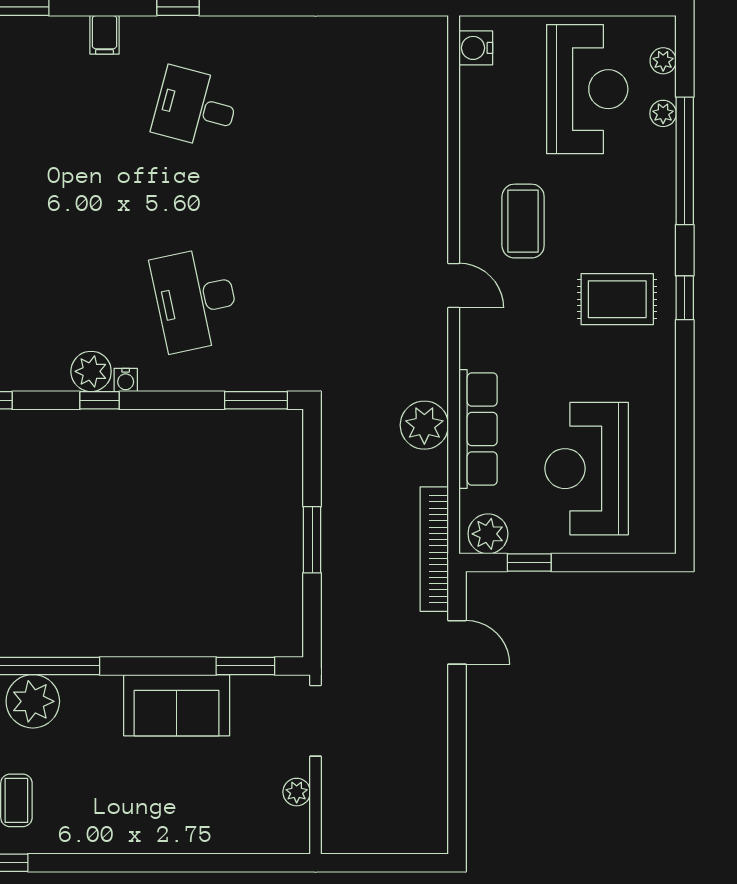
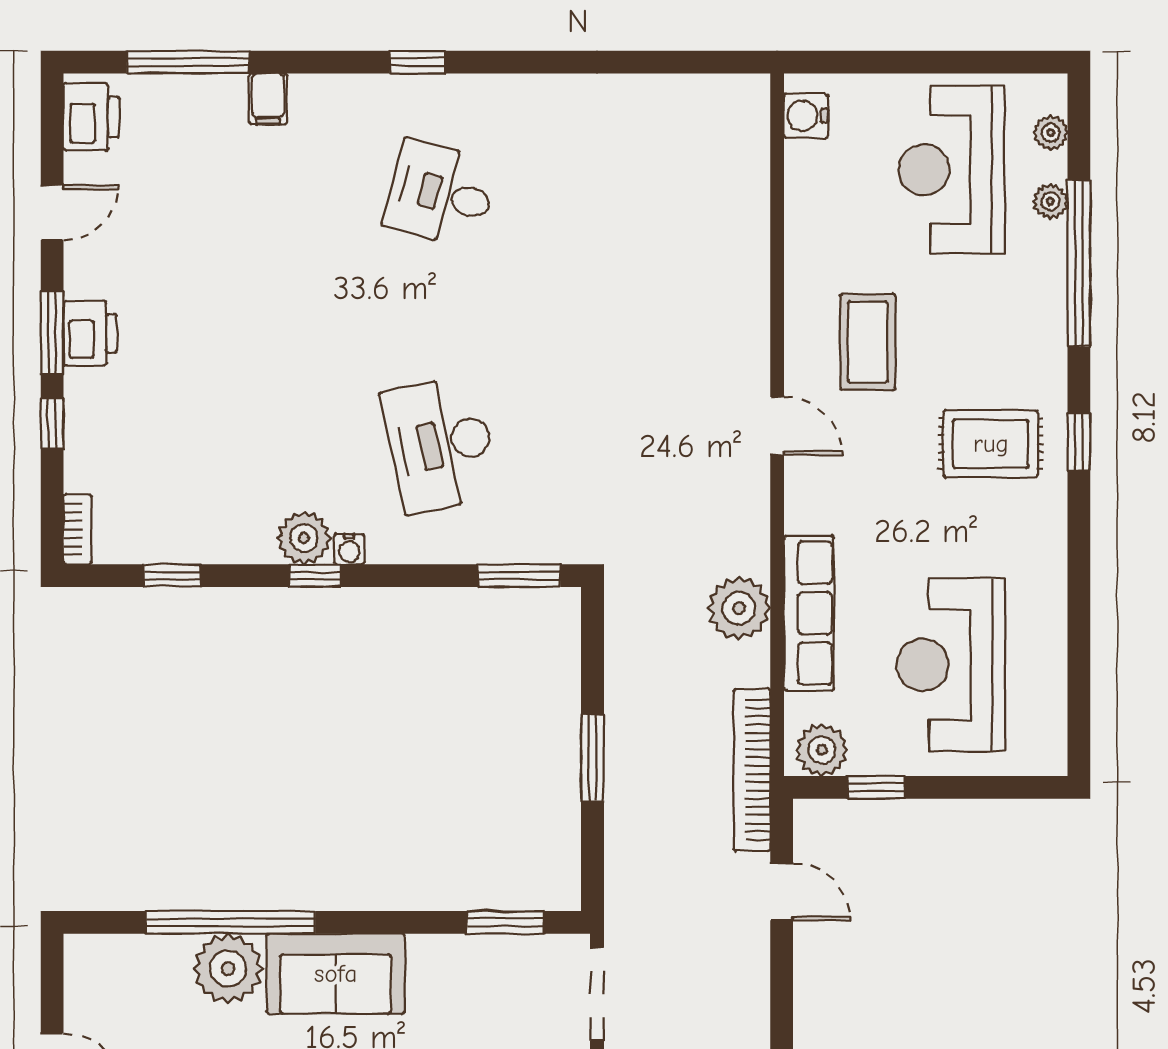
filing cabinet: (104, 35) -> (268, 99), moved
reception desk: (587, 89) -> (951, 170), turned 180
sofa: (177, 705) -> (336, 974), moved

